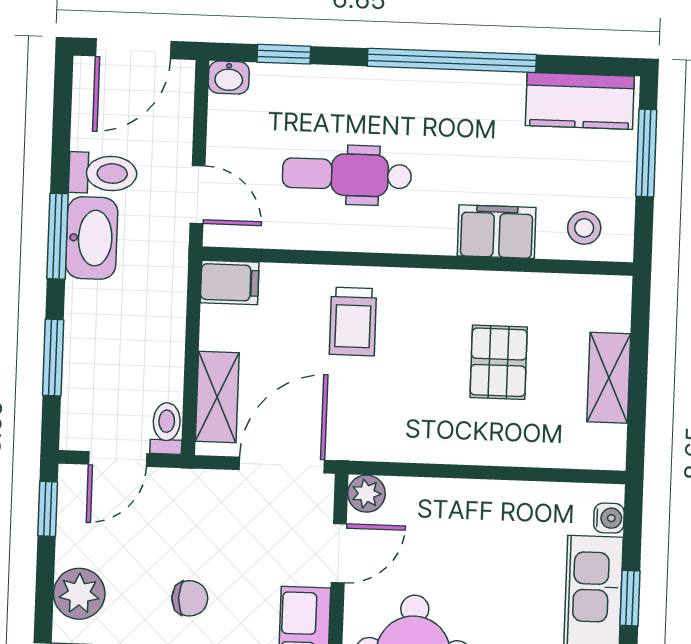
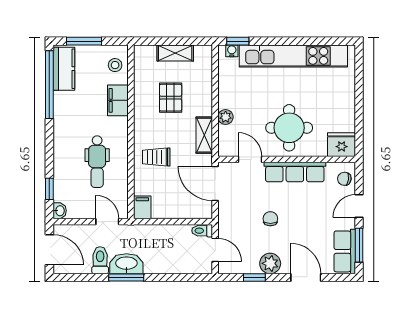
window: (452, 60) -> (49, 85), moved
door: (198, 194) -> (107, 222), hinge flipped
trolley: (353, 322) -> (156, 157), turned 180
window: (53, 358) -> (175, 277), removed
pallet: (499, 362) -> (171, 98), turned 90
shelving: (217, 397) -> (204, 135), moved, turned 90
plant: (366, 494) -> (226, 117), moved
window: (48, 509) -> (254, 277), moved
window: (630, 598) -> (238, 41), moved

